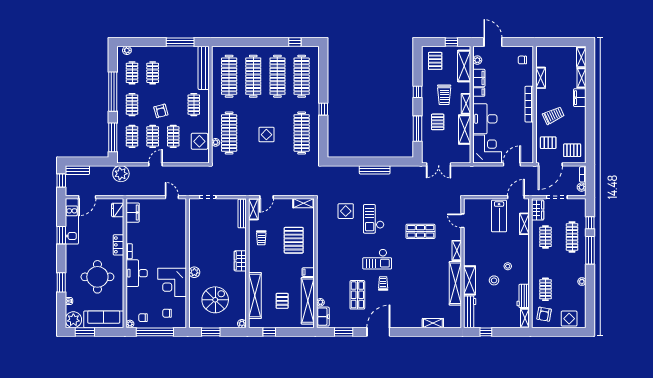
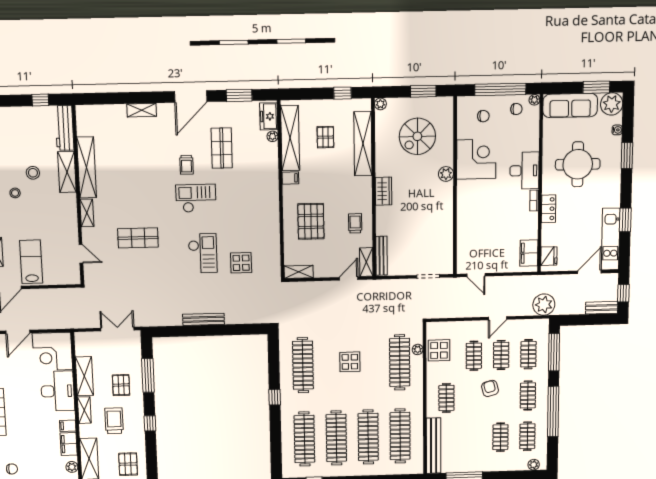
shelving: (433, 323) -> (142, 110), moved

